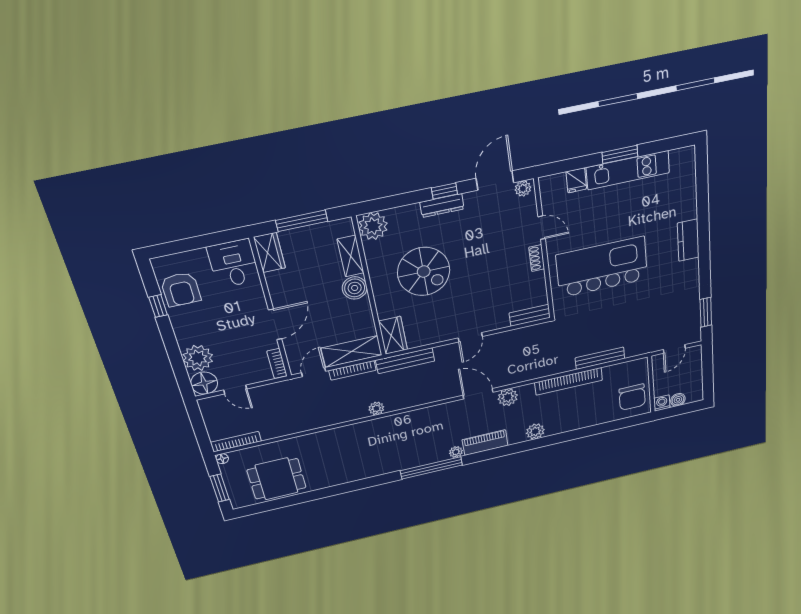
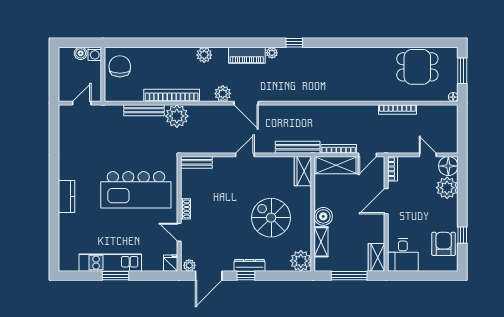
fridge: (576, 180) -> (171, 263), moved
window: (706, 312) -> (54, 130), removed
plant: (376, 408) -> (177, 116), moved, width x1.87, depth x1.87
bookcase: (236, 442) -> (397, 109), moved
window: (431, 468) -> (294, 43), width x0.32

